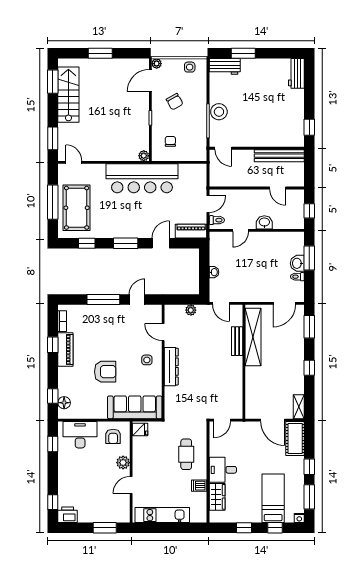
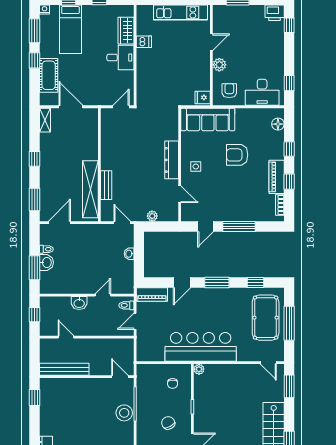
window: (53, 396) -> (289, 149), moved
cot: (295, 439) -> (49, 75), moved
cafe table: (186, 454) -> (157, 73), removed

